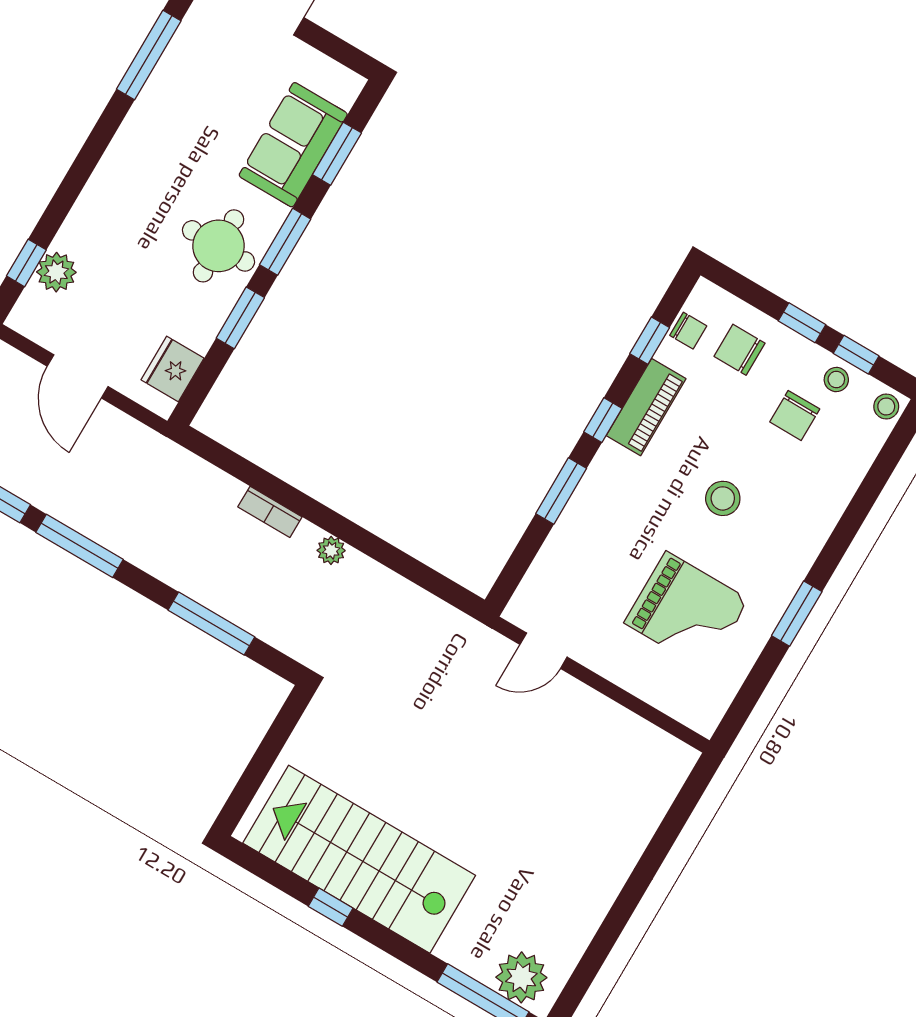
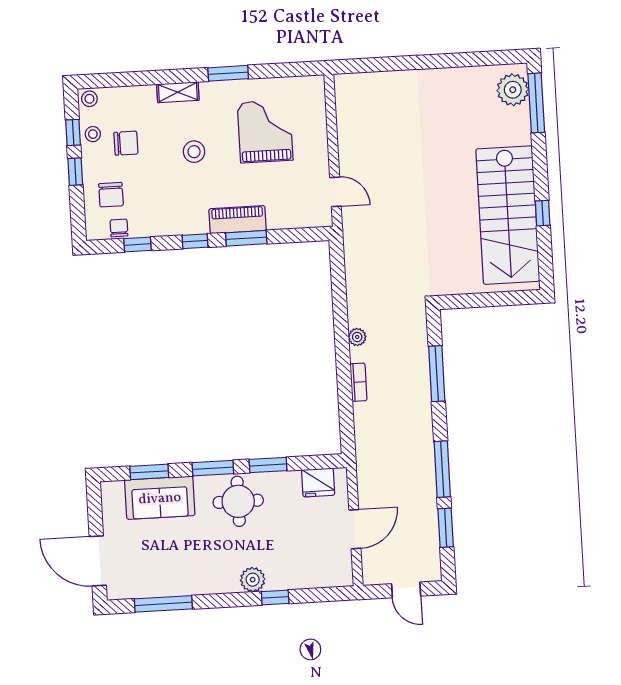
window: (26, 263) -> (275, 597), moved
plant: (56, 272) -> (253, 580), moved
piano: (646, 407) -> (238, 220), moved
shelving: (816, 530) -> (178, 92), added

